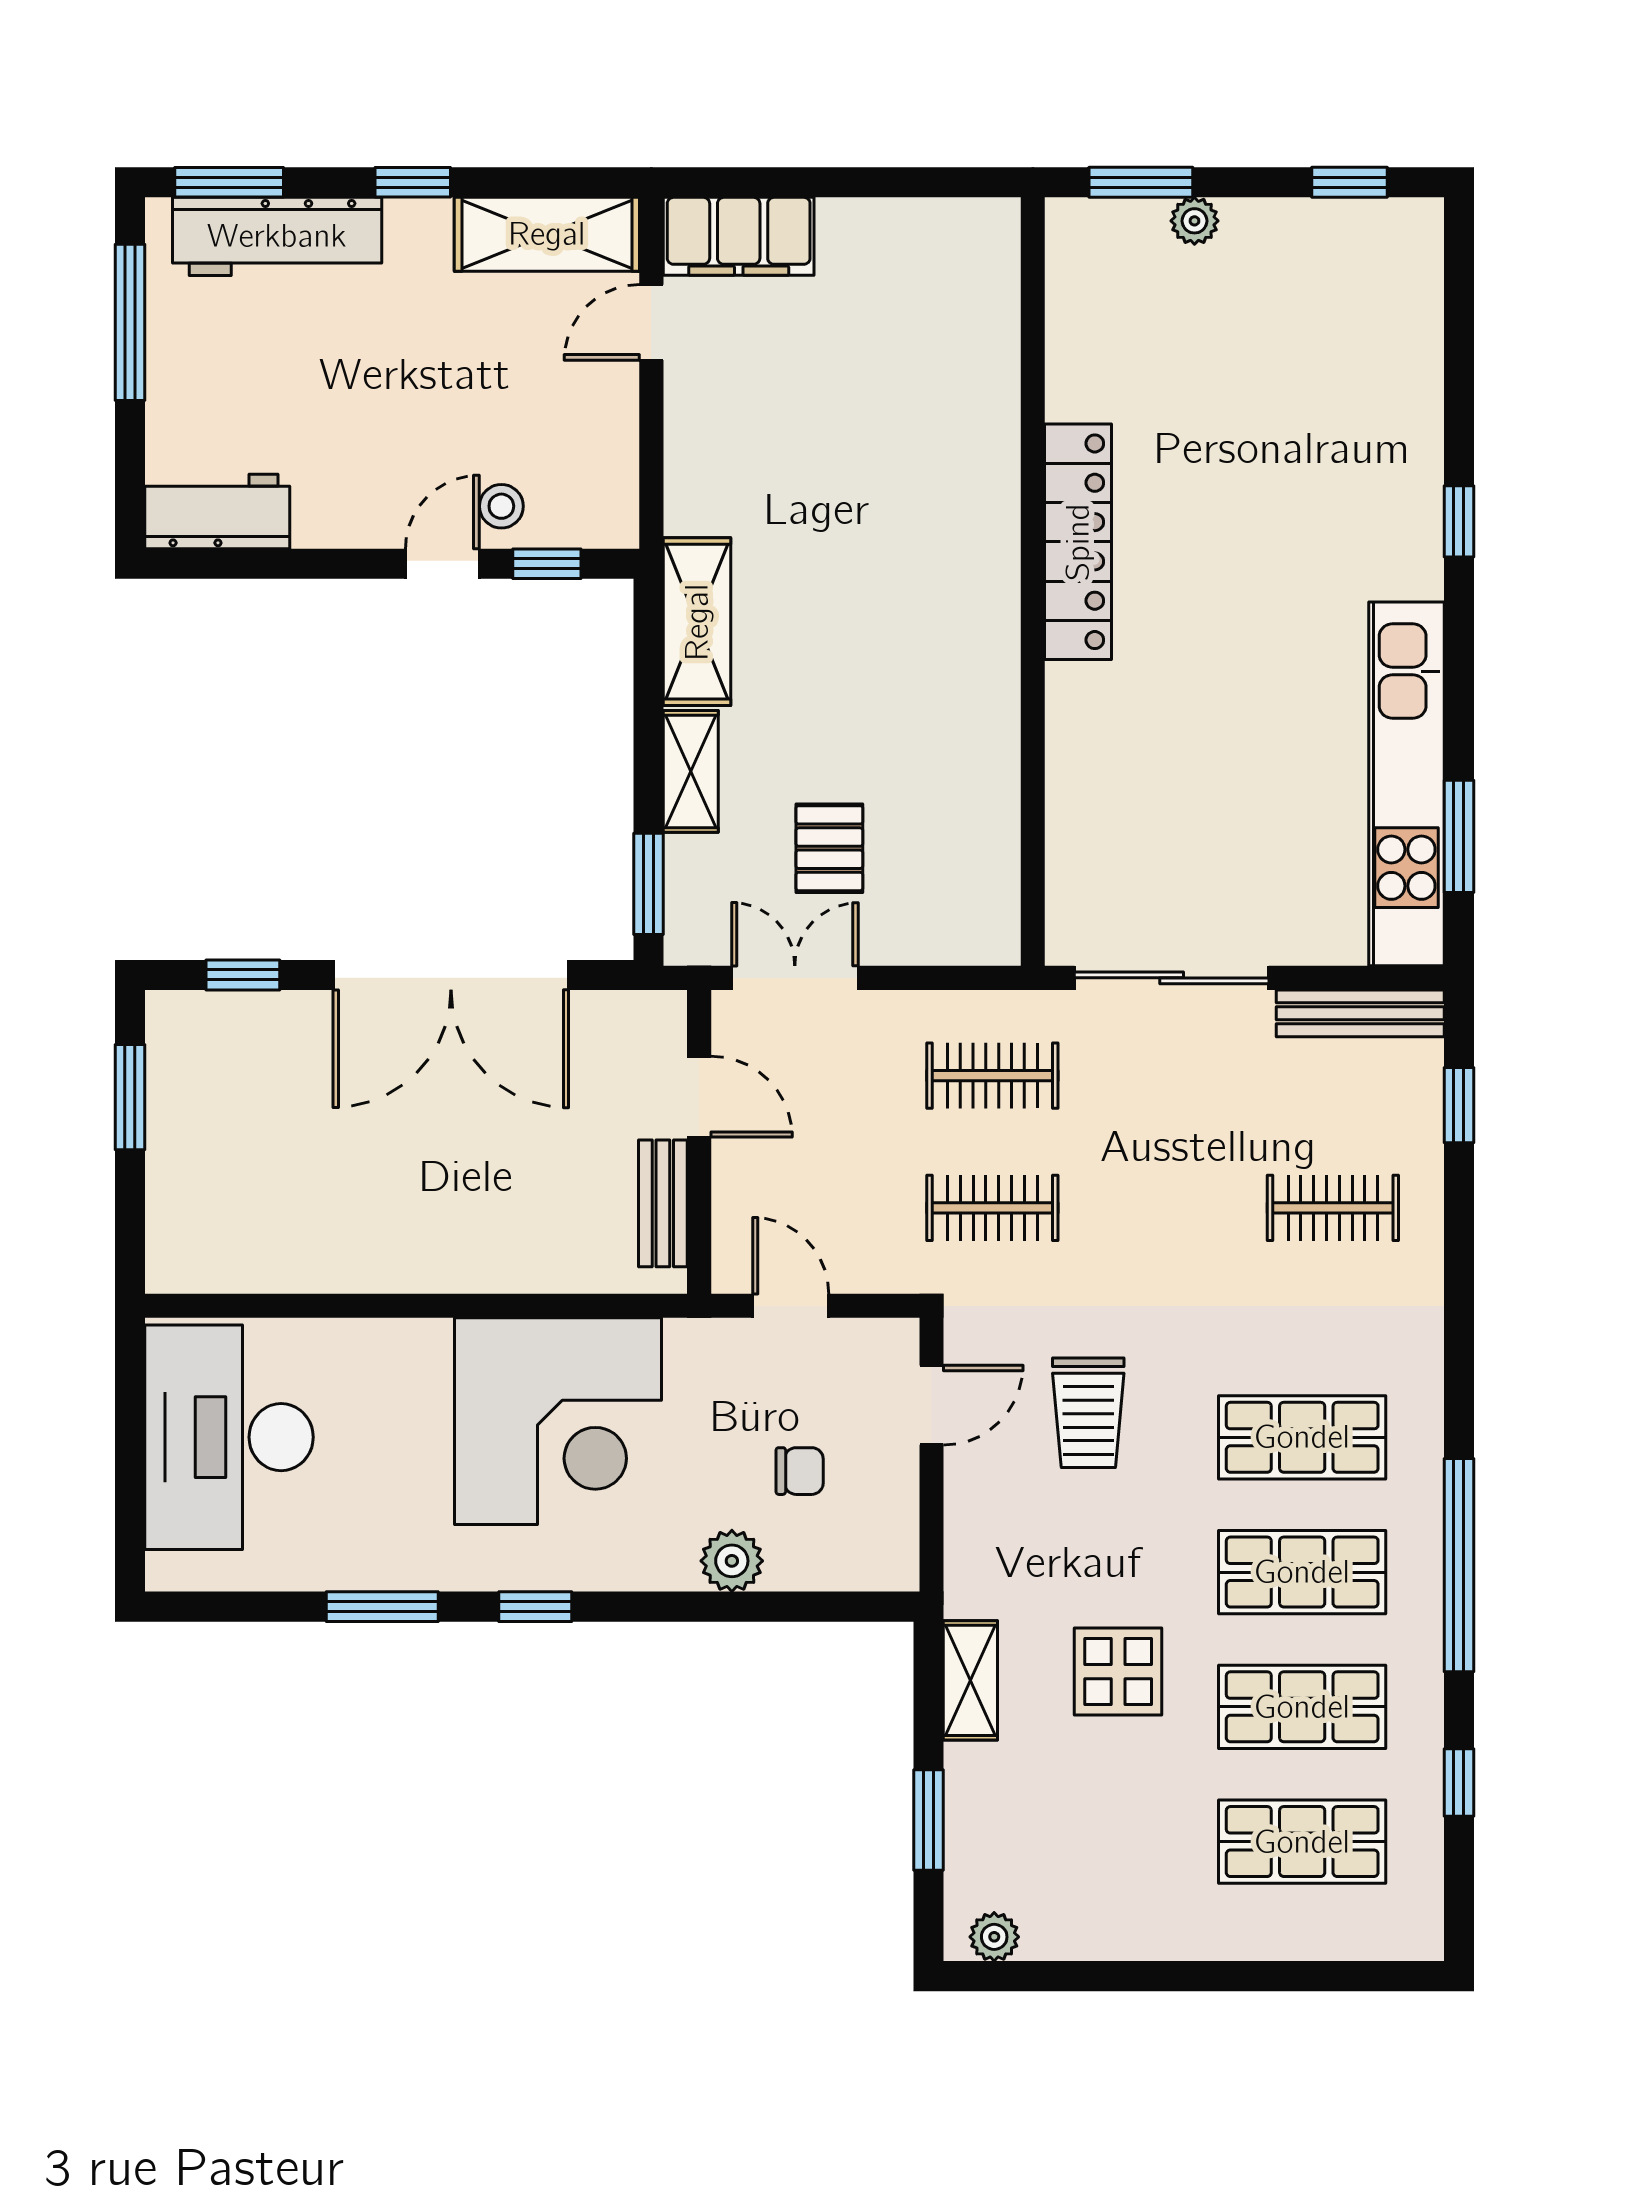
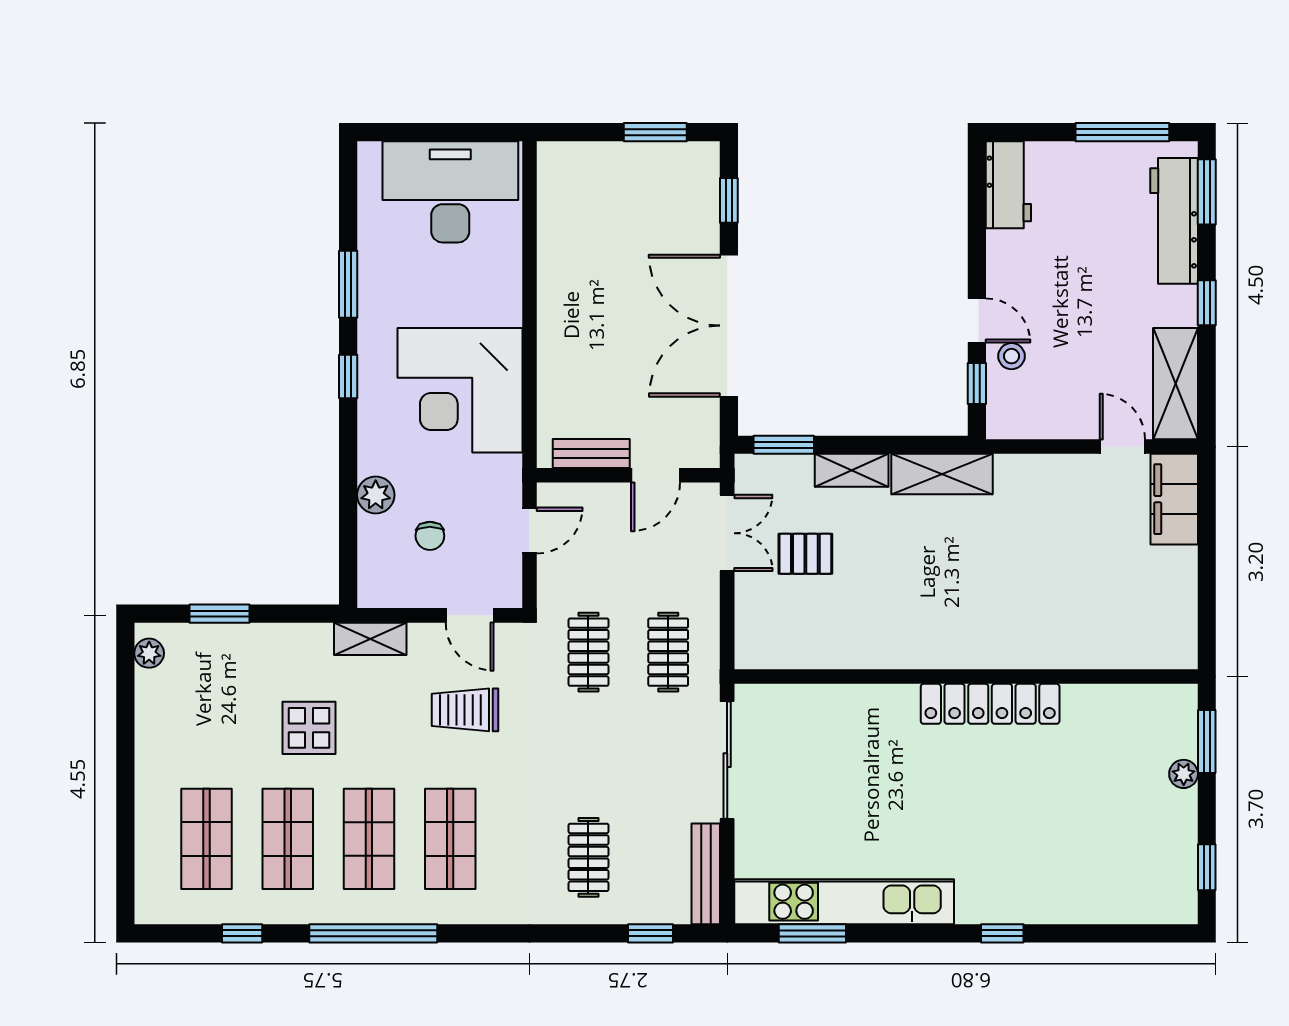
shelving: (970, 1680) -> (370, 639), moved

